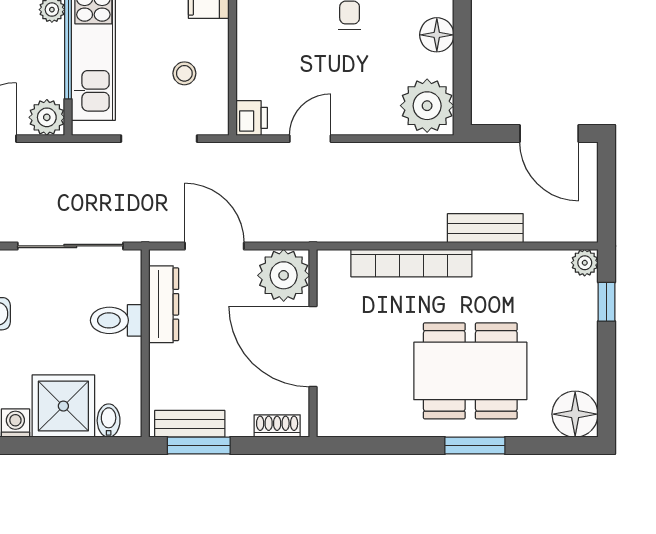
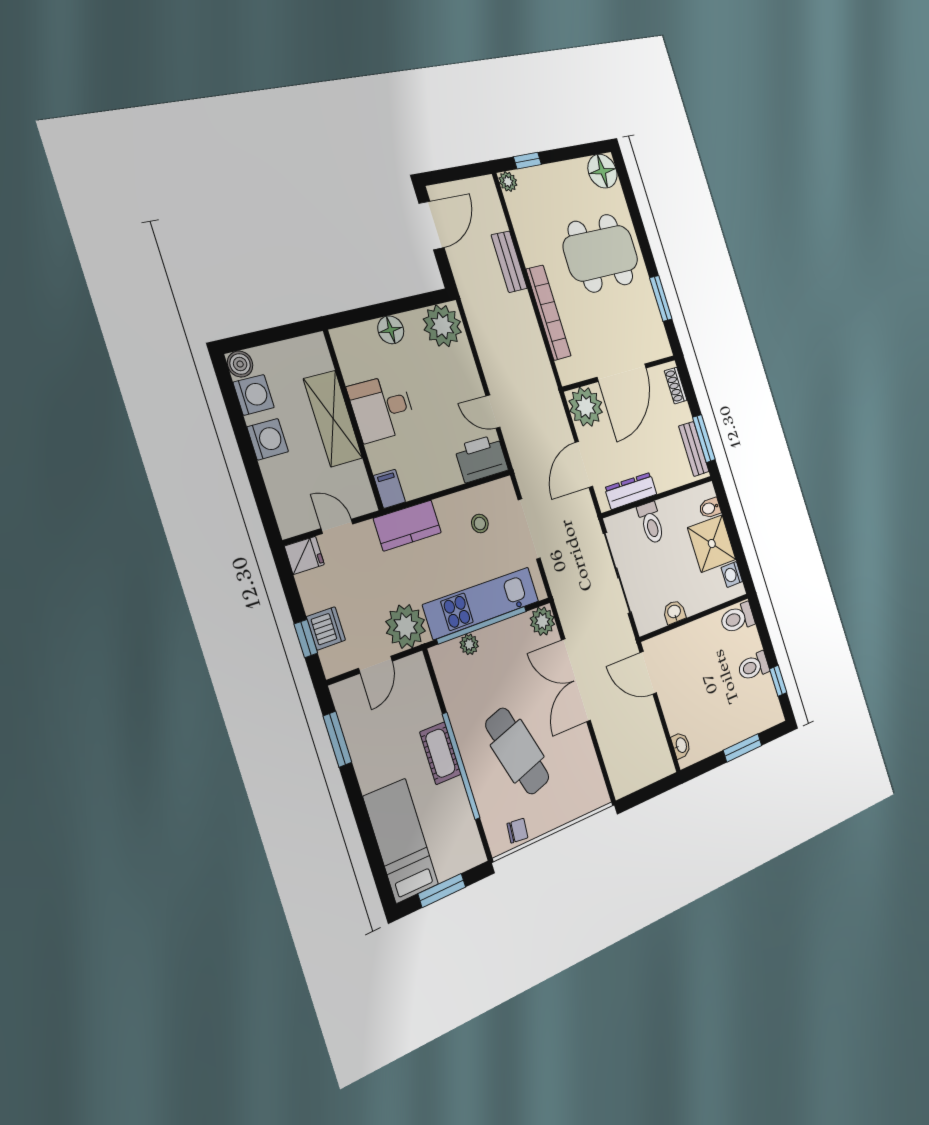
printer: (252, 118) -> (481, 458), width x1.87, depth x1.48
dining table: (470, 371) -> (601, 253), turned 90
window: (475, 446) -> (661, 298), moved

